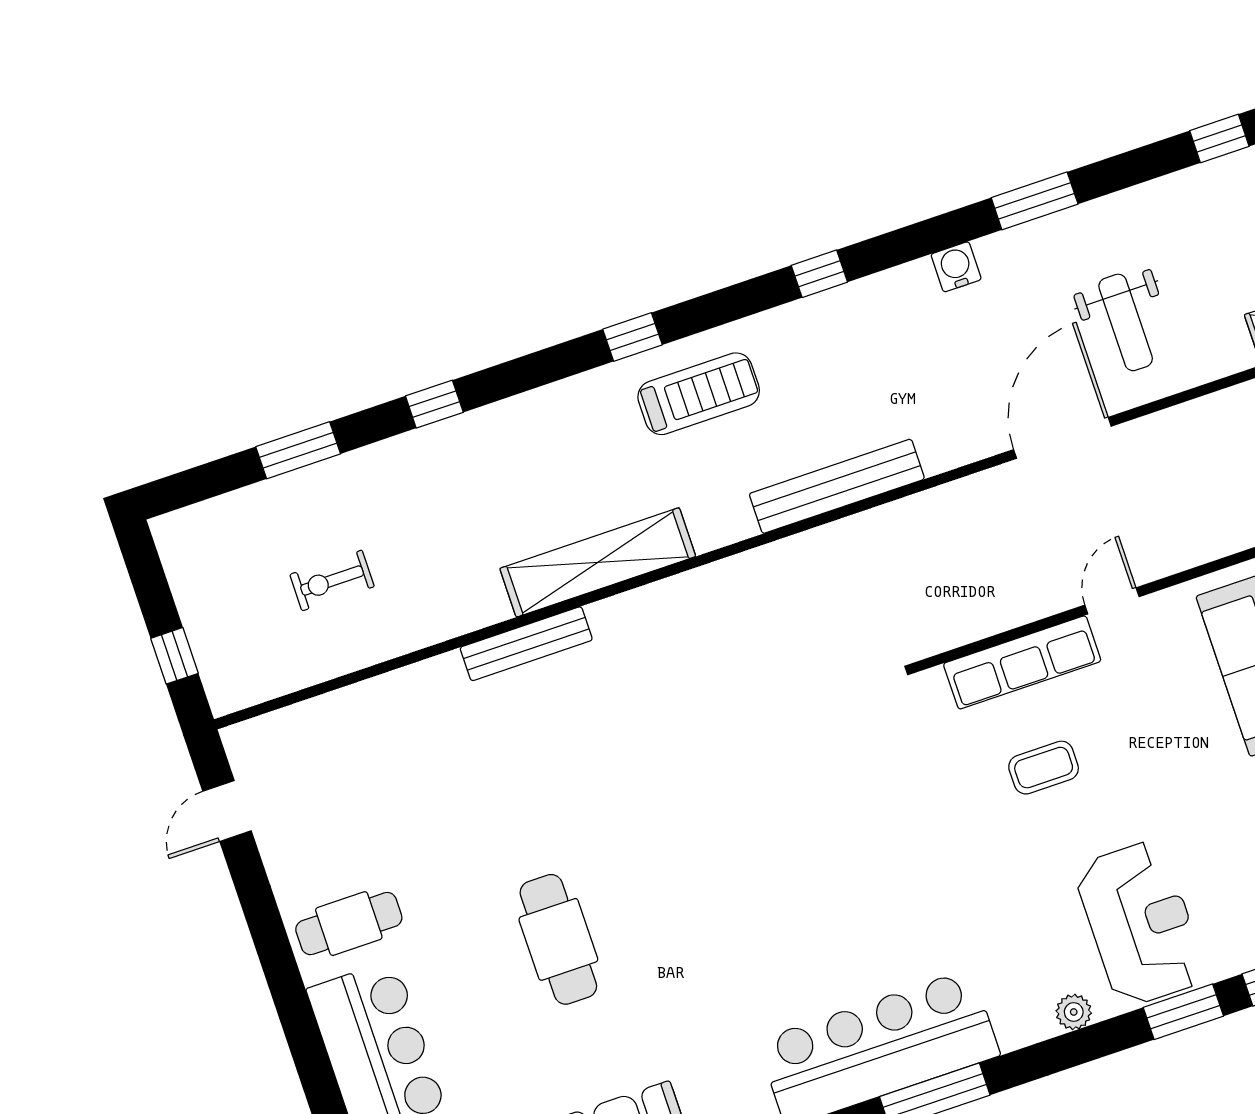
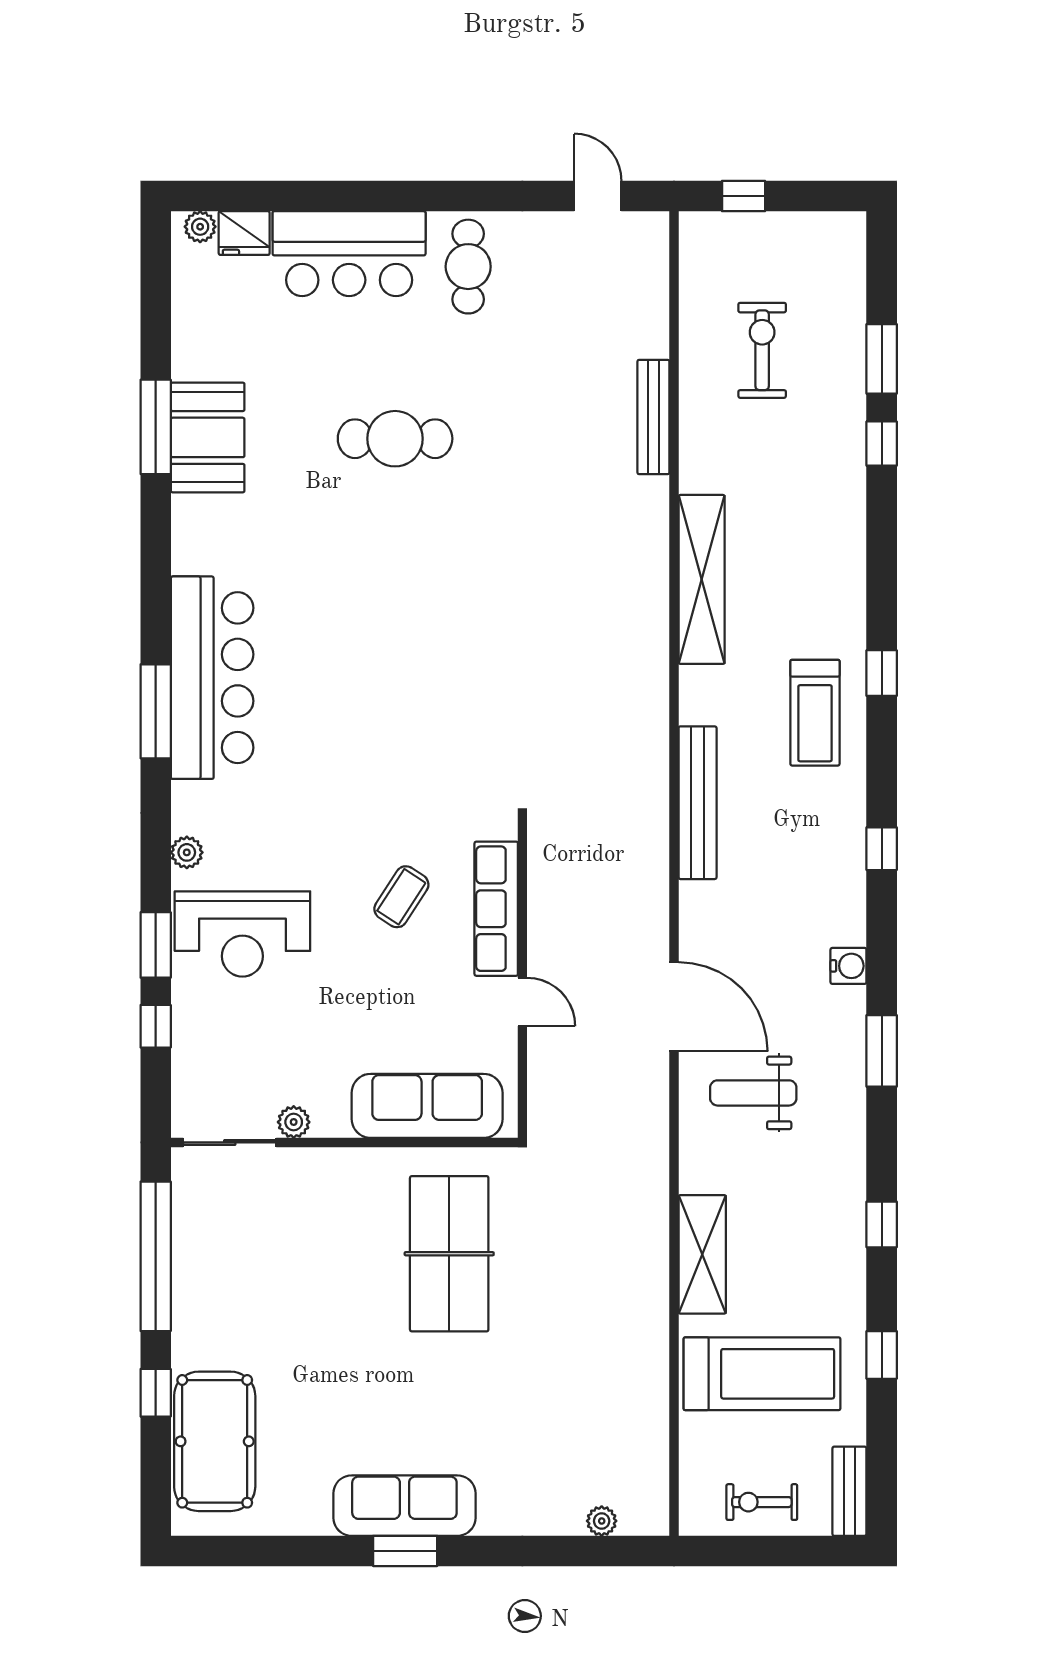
window: (434, 404) -> (882, 444), moved
exercise bike: (332, 581) -> (762, 350), width x1.38, depth x1.39
bench: (526, 644) -> (653, 417), moved
coffee table: (1044, 768) -> (401, 897), turned 33

